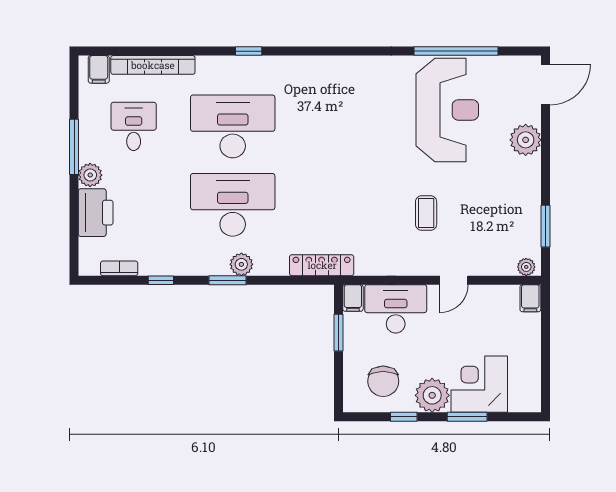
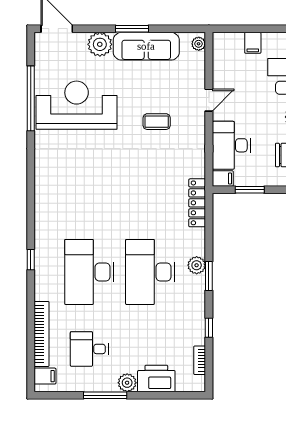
sofa: (523, 200) -> (146, 46), added
window: (546, 226) -> (132, 29), moved
door: (454, 280) -> (209, 100), hinge flipped
filing cabinet: (530, 298) -> (253, 43), moved, turned 90

